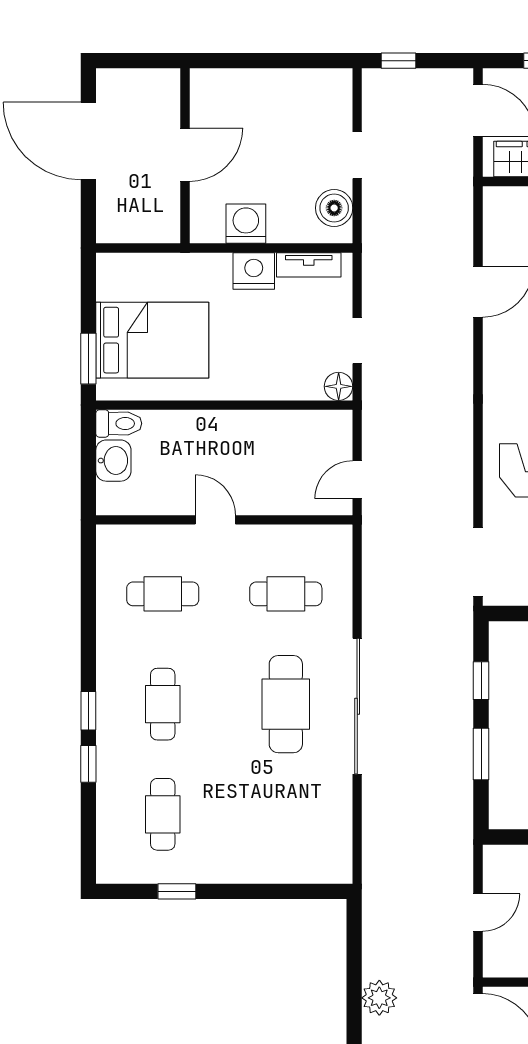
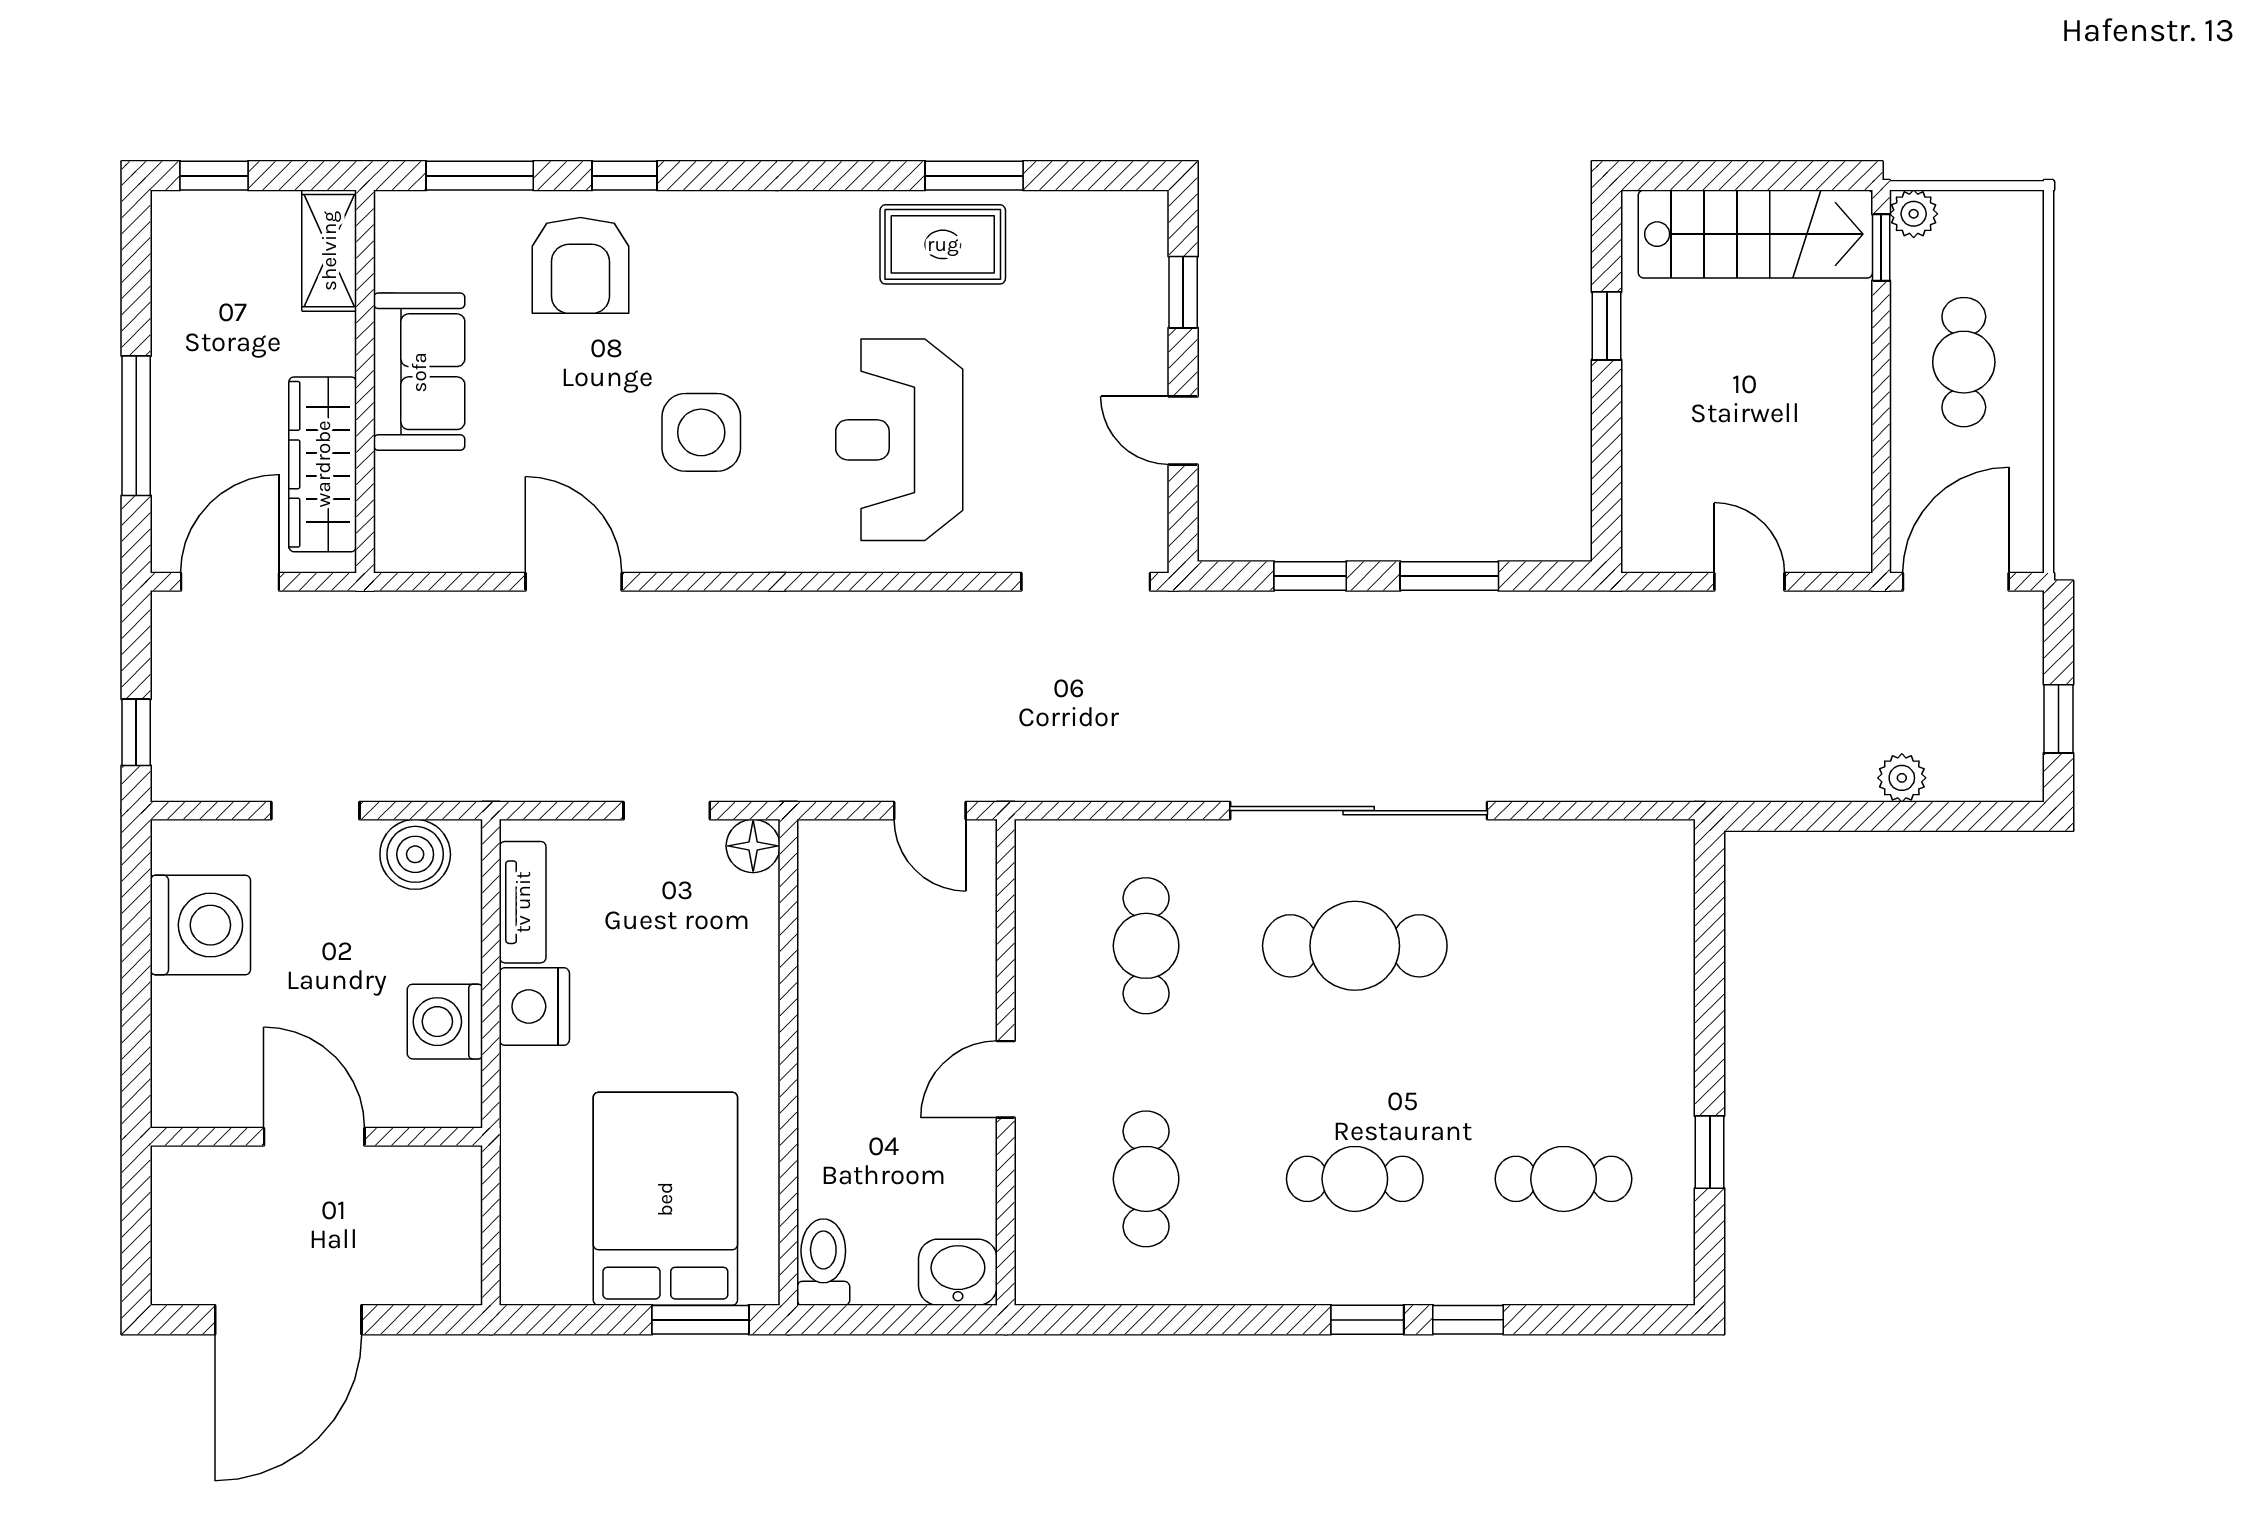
washing machine: (297, 95) -> (200, 925), added
washbasin: (113, 461) -> (958, 1272), moved
plant: (379, 998) -> (1902, 778), width x0.73, depth x0.73

